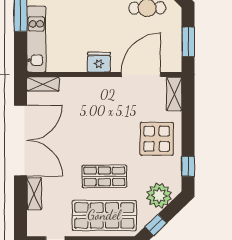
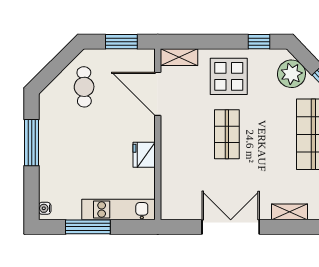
fridge: (99, 62) -> (144, 155), moved
shelving: (43, 84) -> (168, 202), removed
double door: (21, 141) -> (231, 227), width x0.73
shop shelf: (104, 176) -> (227, 134), moved

